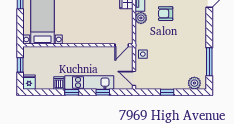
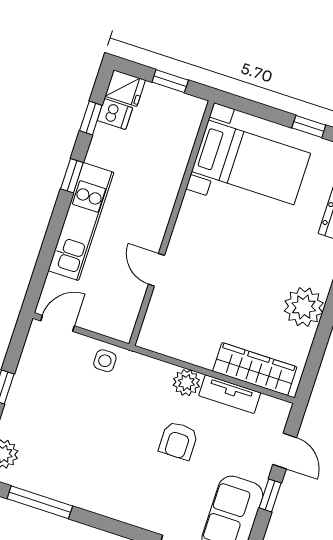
armchair: (166, 14) -> (178, 441), turned 180
door: (122, 45) -> (156, 270), moved
dishwasher: (59, 83) -> (115, 114), moved
window: (103, 92) -> (91, 118), moved

